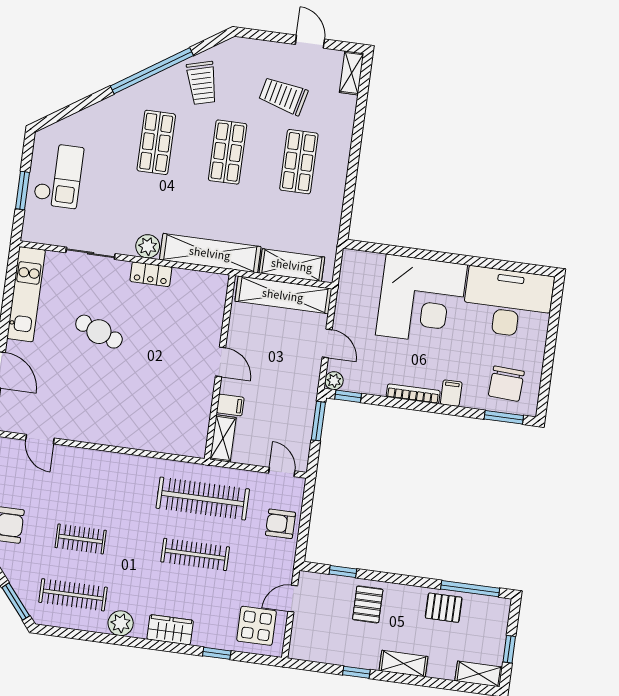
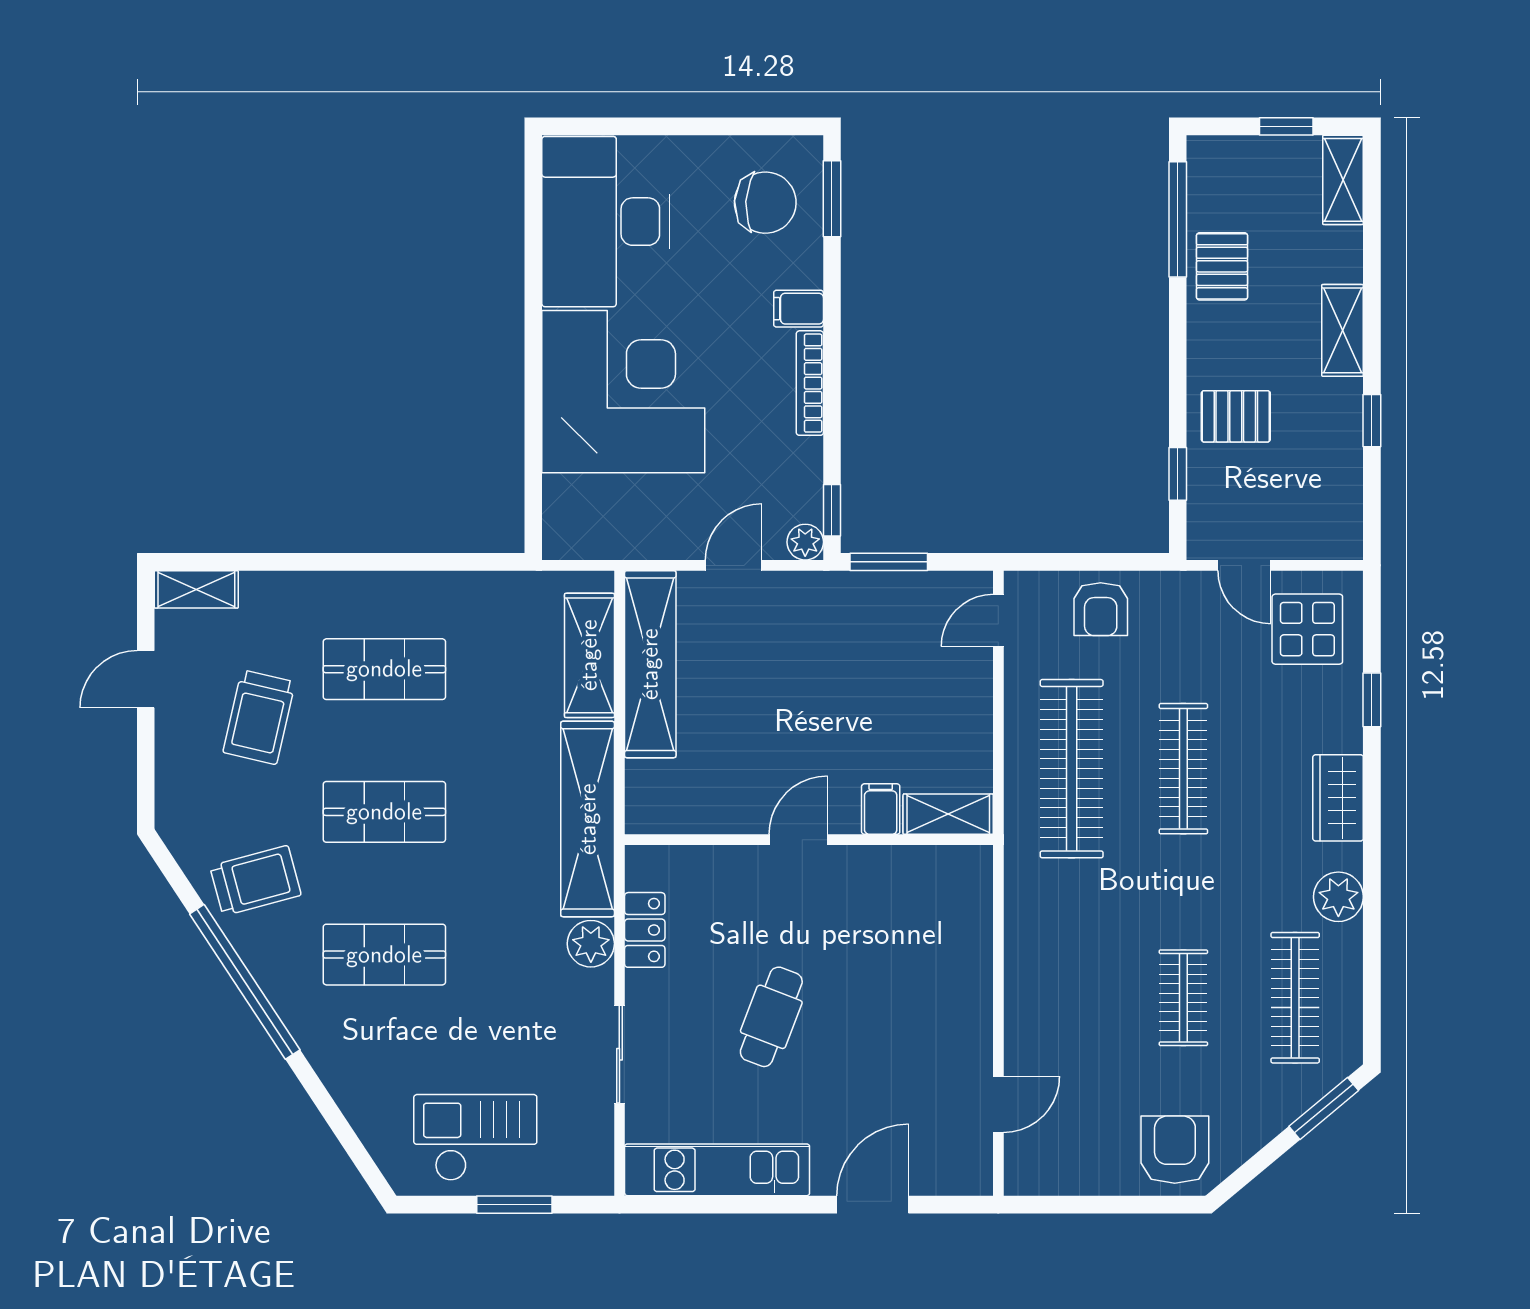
door: (220, 362) -> (798, 840), moved
wall: (220, 367) -> (809, 840), moved
filing cabinet: (230, 405) -> (881, 809), moved
shelving: (223, 438) -> (948, 814), moved

